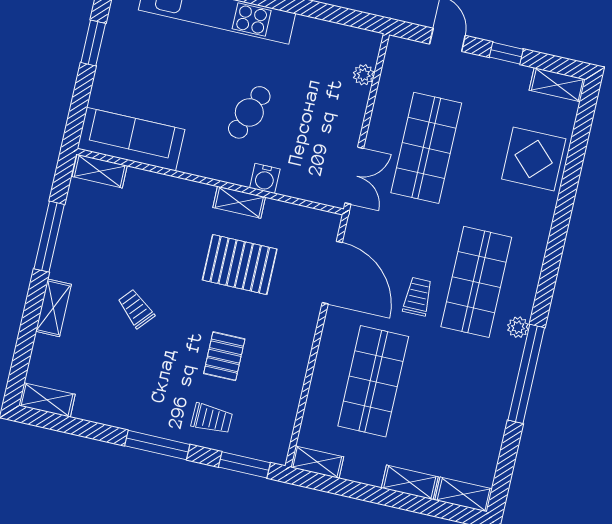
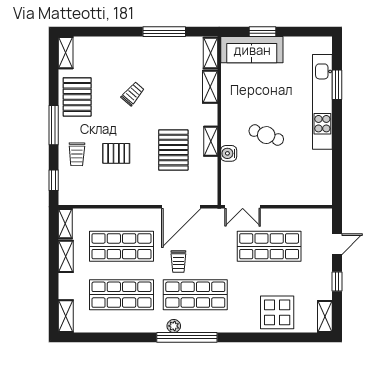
window: (93, 43) -> (263, 32), moved
plant: (364, 75) -> (305, 199), removed
sofa: (131, 139) -> (252, 50), moved, turned 90
trolley: (418, 297) -> (178, 261), turned 90
shelving: (53, 308) -> (210, 87), moved, turned 90
window: (526, 374) -> (187, 337), moved
pallet: (121, 398) -> (77, 97), added
shop shelf: (450, 399) -> (121, 295), added
window: (244, 465) -> (54, 180), width x0.67
shelving: (410, 482) -> (66, 256), moved

